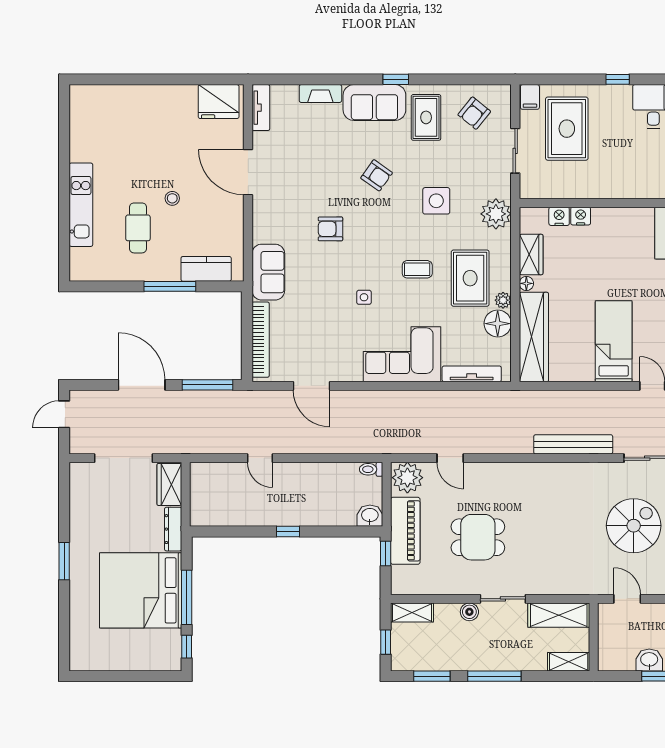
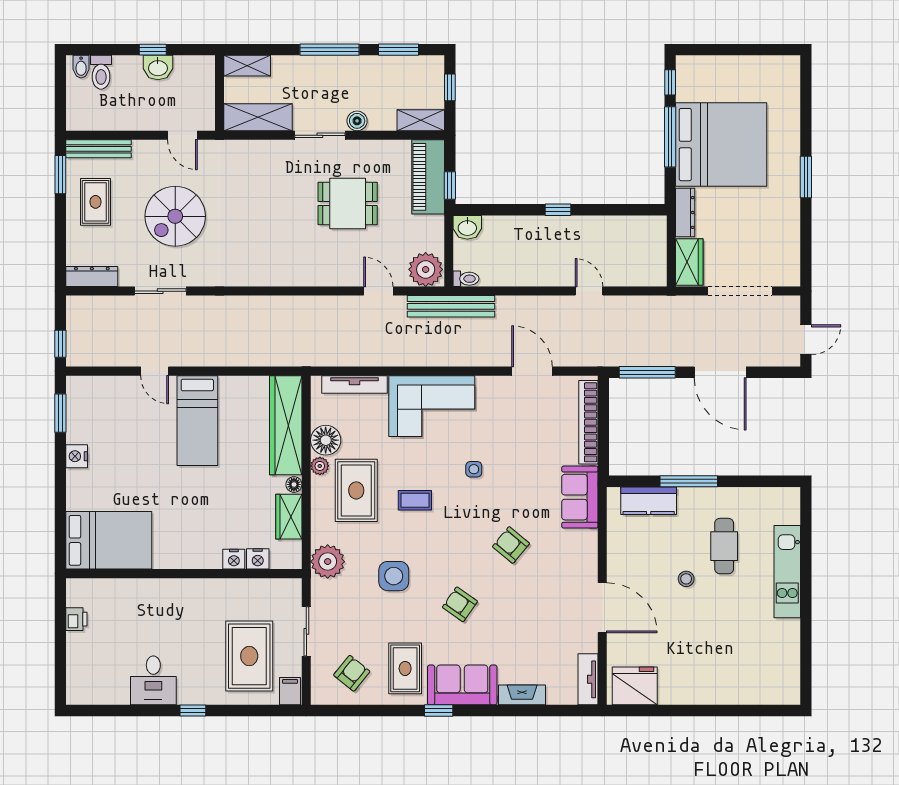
armchair: (330, 229) -> (511, 545), turned -140
bench: (573, 444) -> (451, 306), moved
piano: (405, 531) -> (428, 177), moved

